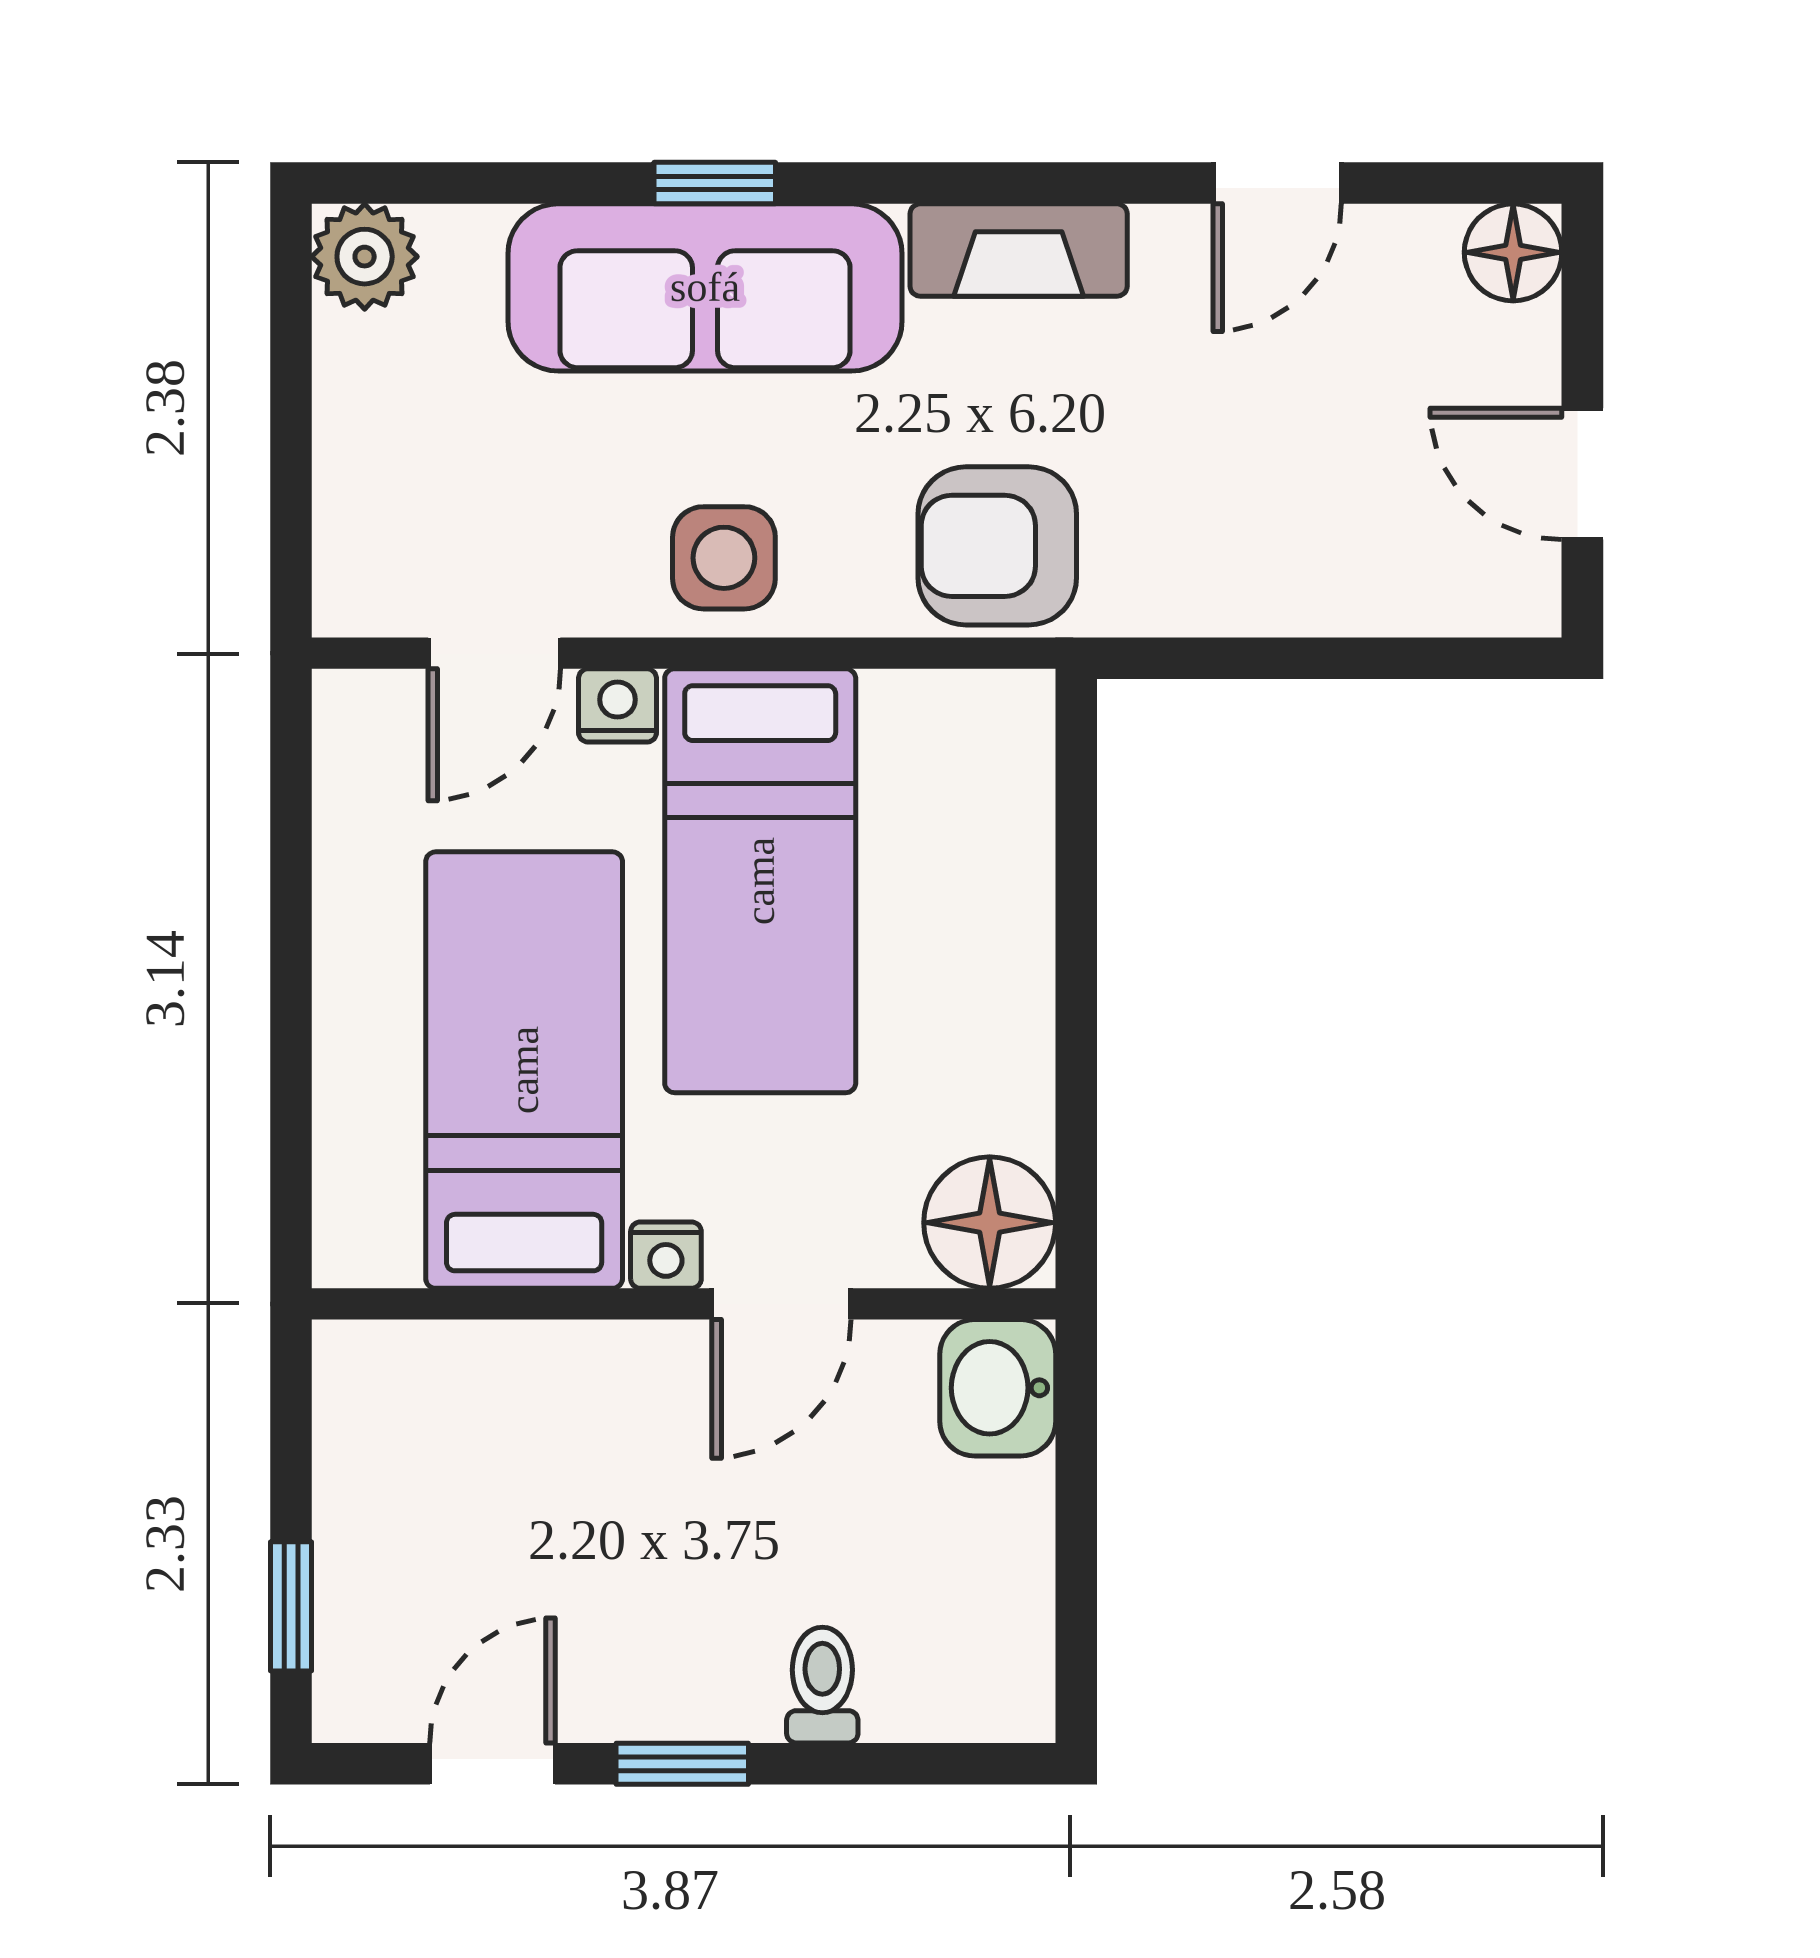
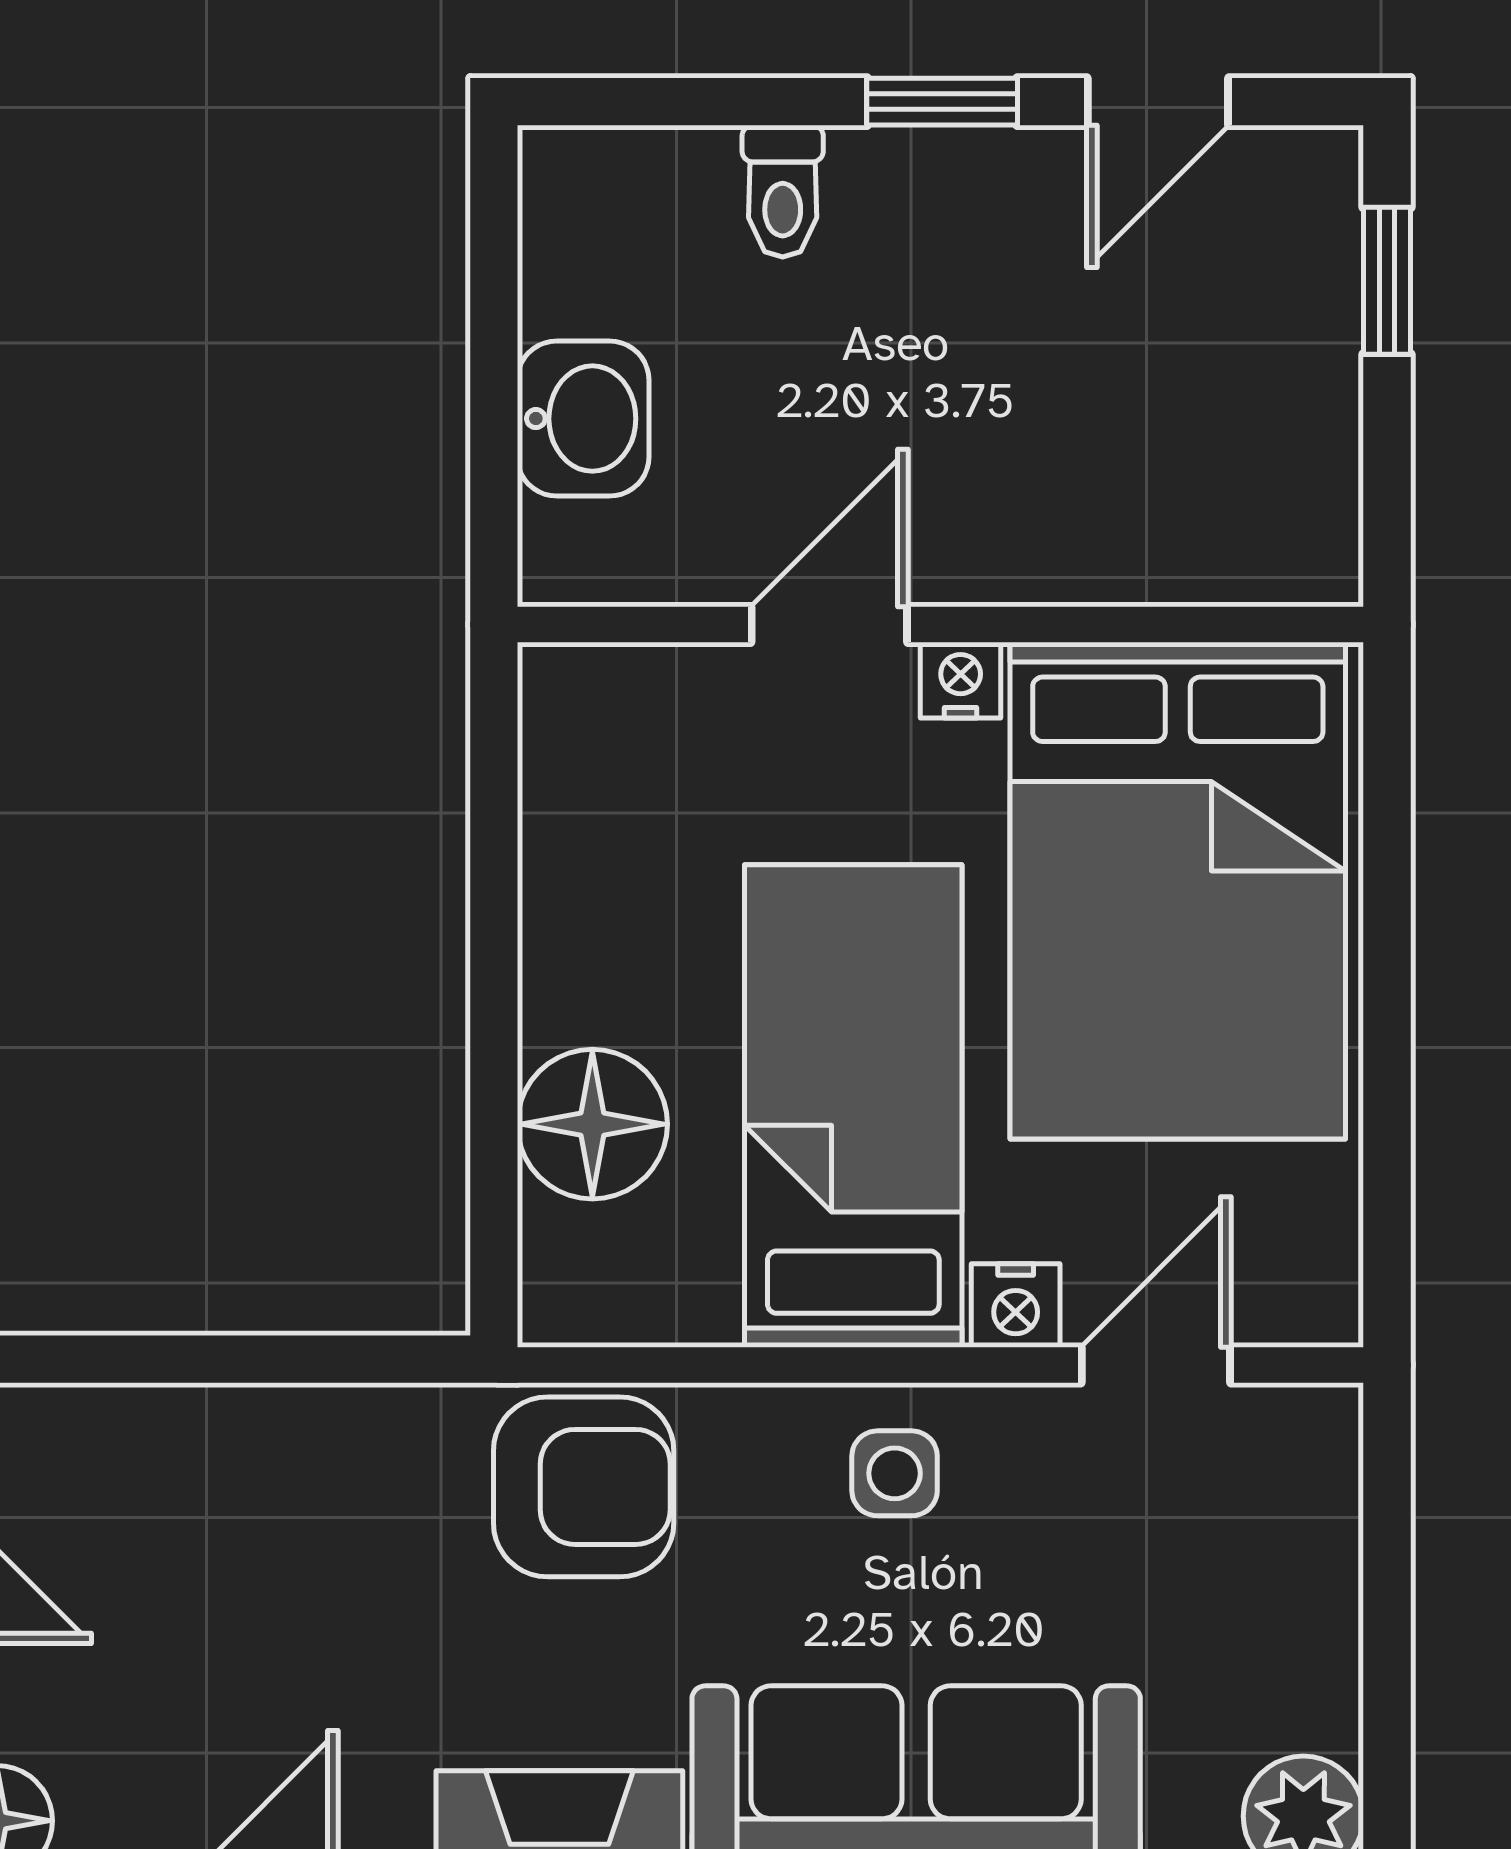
side table: (724, 558) -> (895, 1473), width x0.73, depth x0.73
bed: (524, 1070) -> (1178, 891), width x1.50
floor lamp: (990, 1223) -> (592, 1124), moved
washbasin: (998, 1388) -> (583, 419), moved

